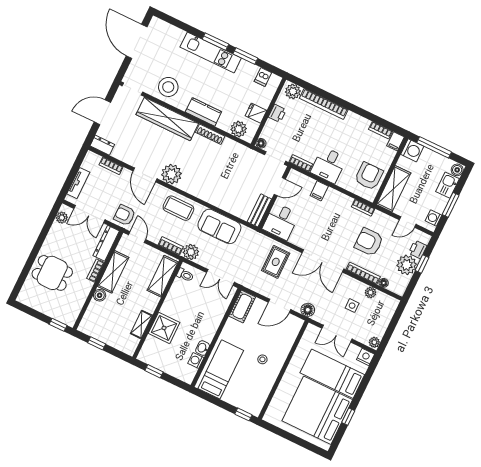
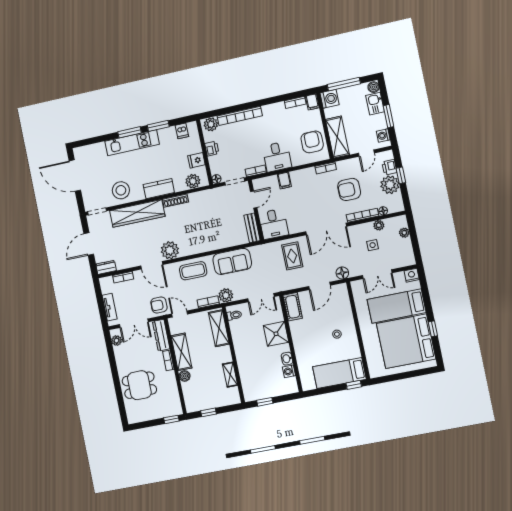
shower: (164, 328) -> (276, 334), moved
plant: (374, 342) -> (404, 233), moved
bed: (221, 369) -> (339, 373), moved, turned -90

